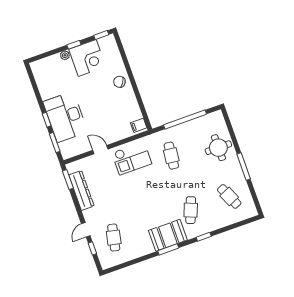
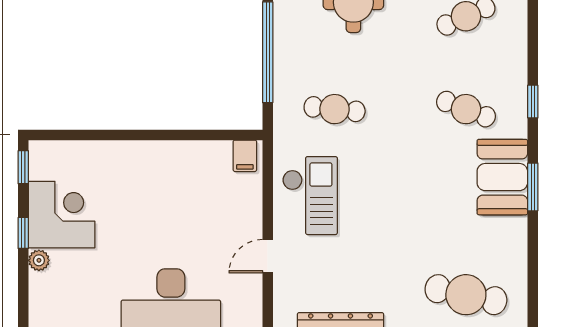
chair: (119, 82) -> (137, 164), removed
cafe table: (114, 238) -> (466, 295), width x1.37, depth x1.35

